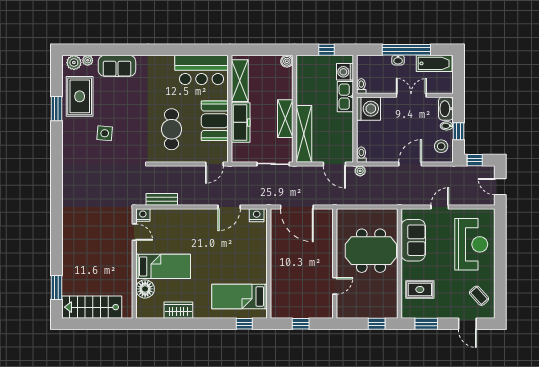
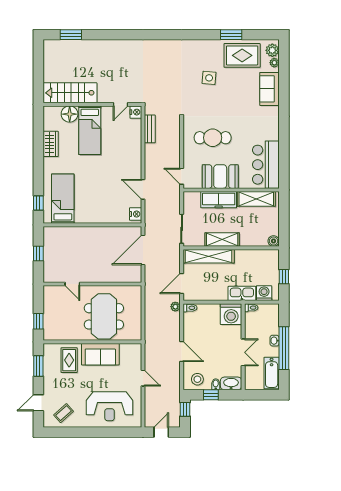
sofa: (413, 240) -> (100, 354), moved
stairs: (92, 307) -> (70, 93), moved, turned -90

